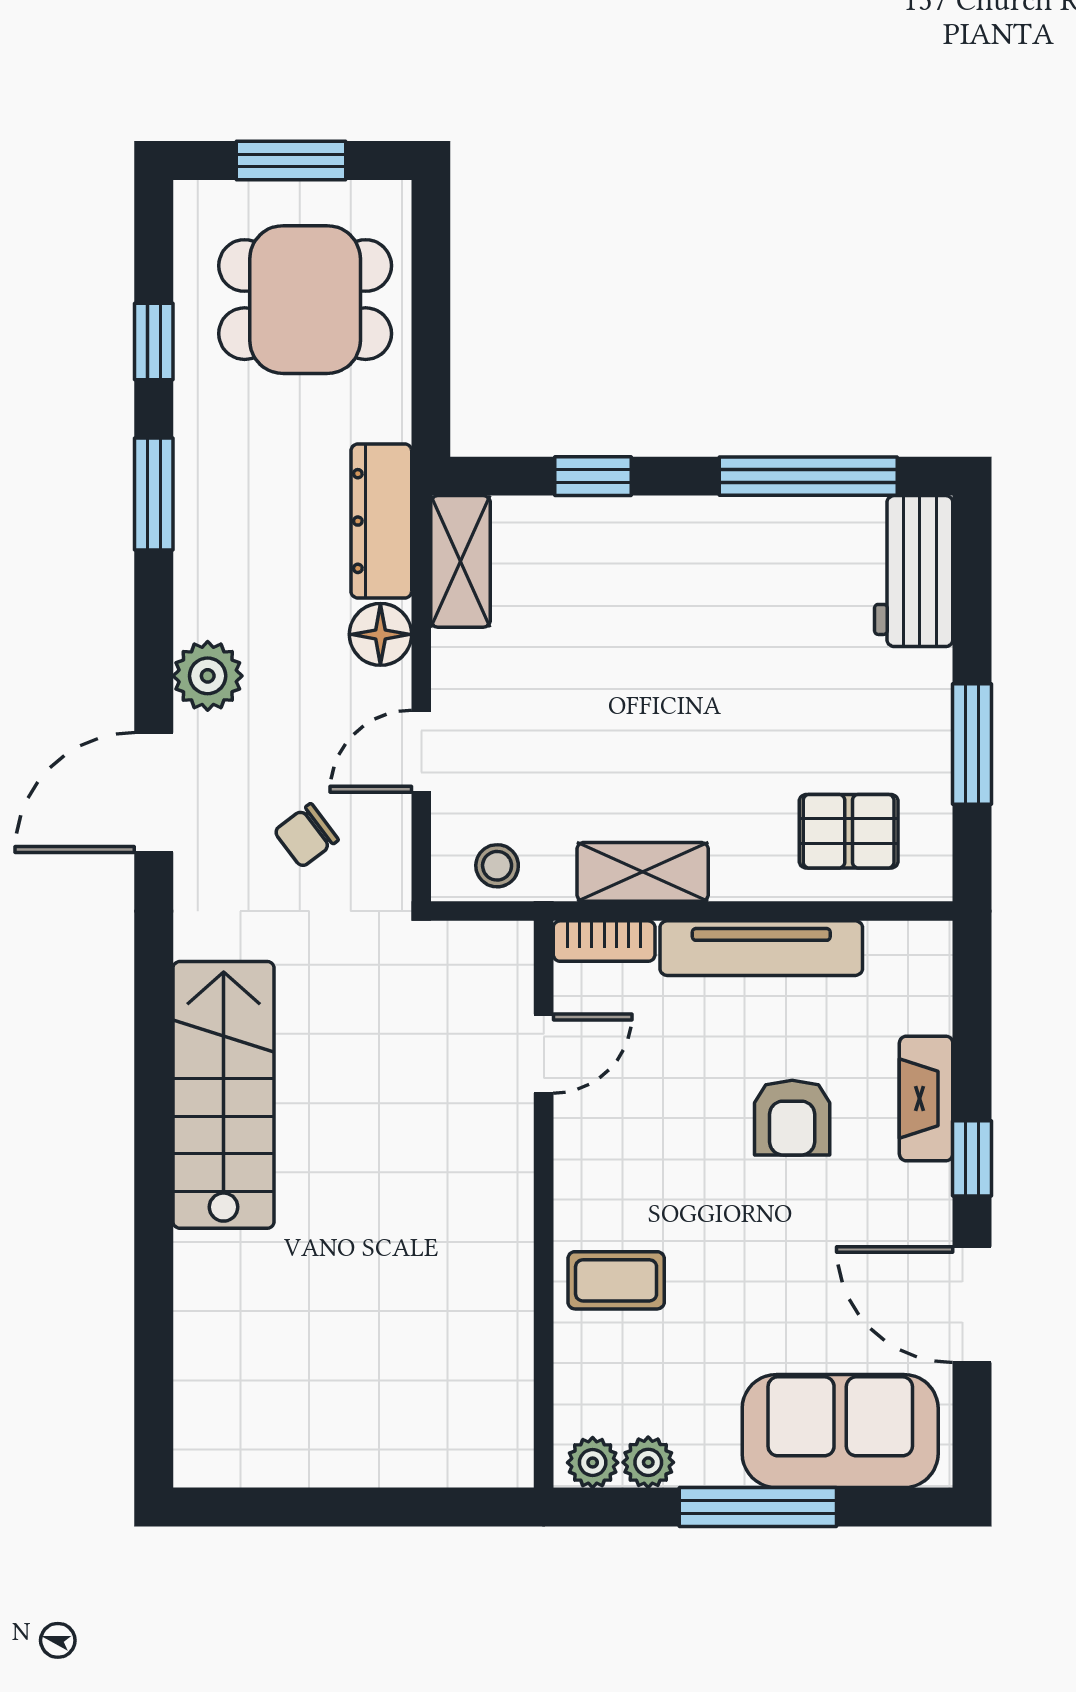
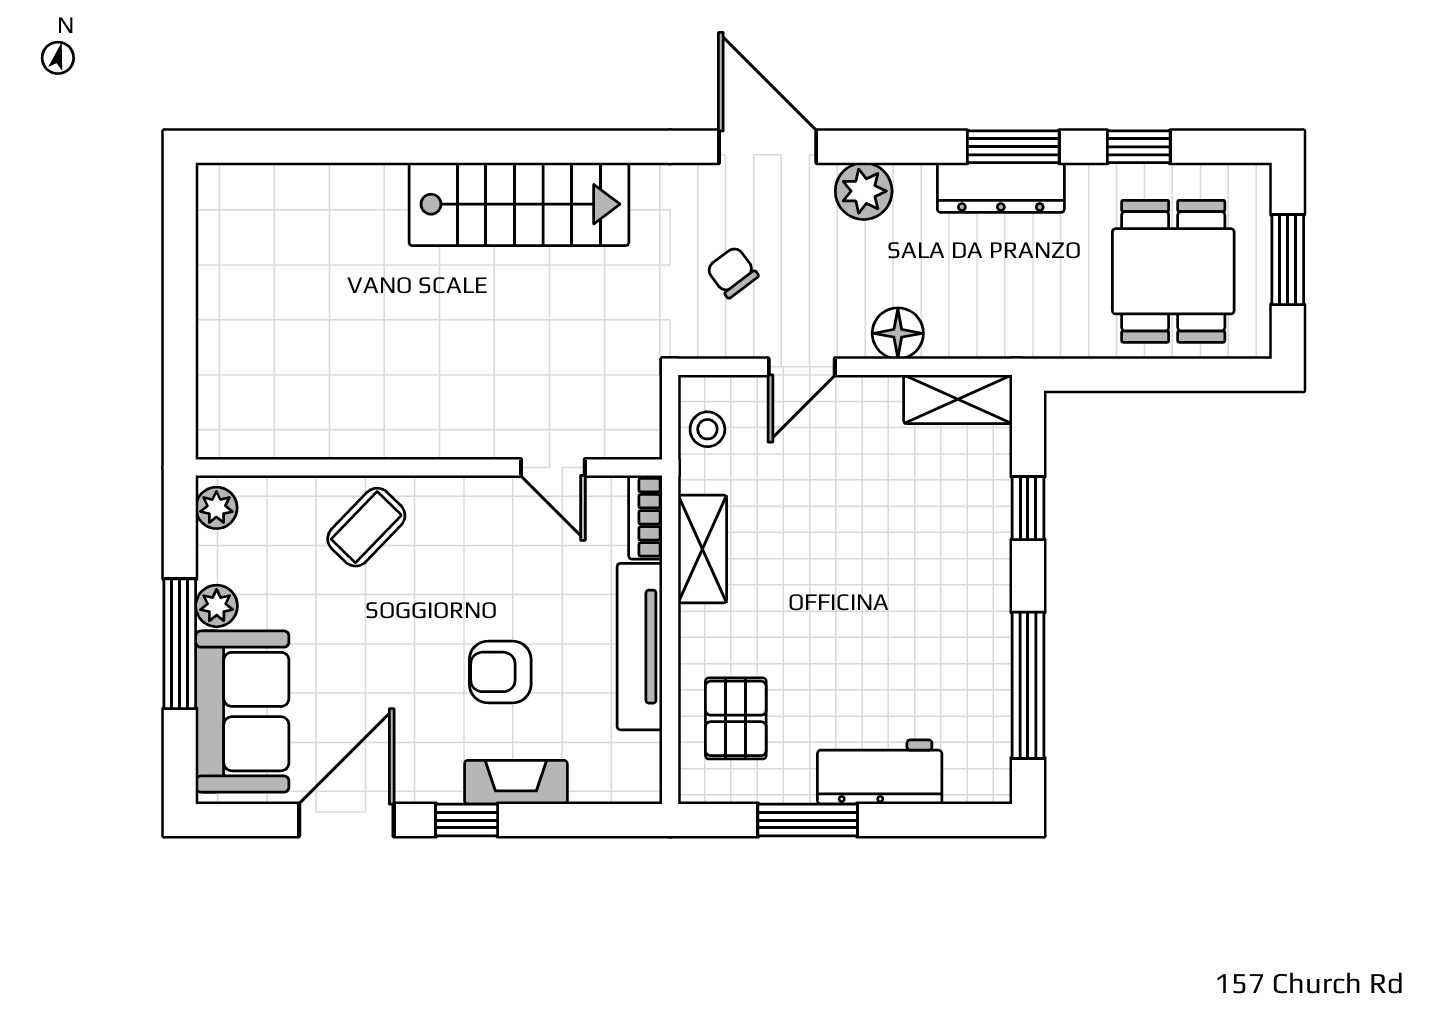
dresser: (381, 521) -> (1001, 188), moved, turned 180
workbench: (914, 571) -> (880, 772), moved
door: (421, 751) -> (802, 367), swing flipped
coffee table: (616, 1280) -> (366, 527), turned 44
plant: (648, 1462) -> (217, 606), moved

